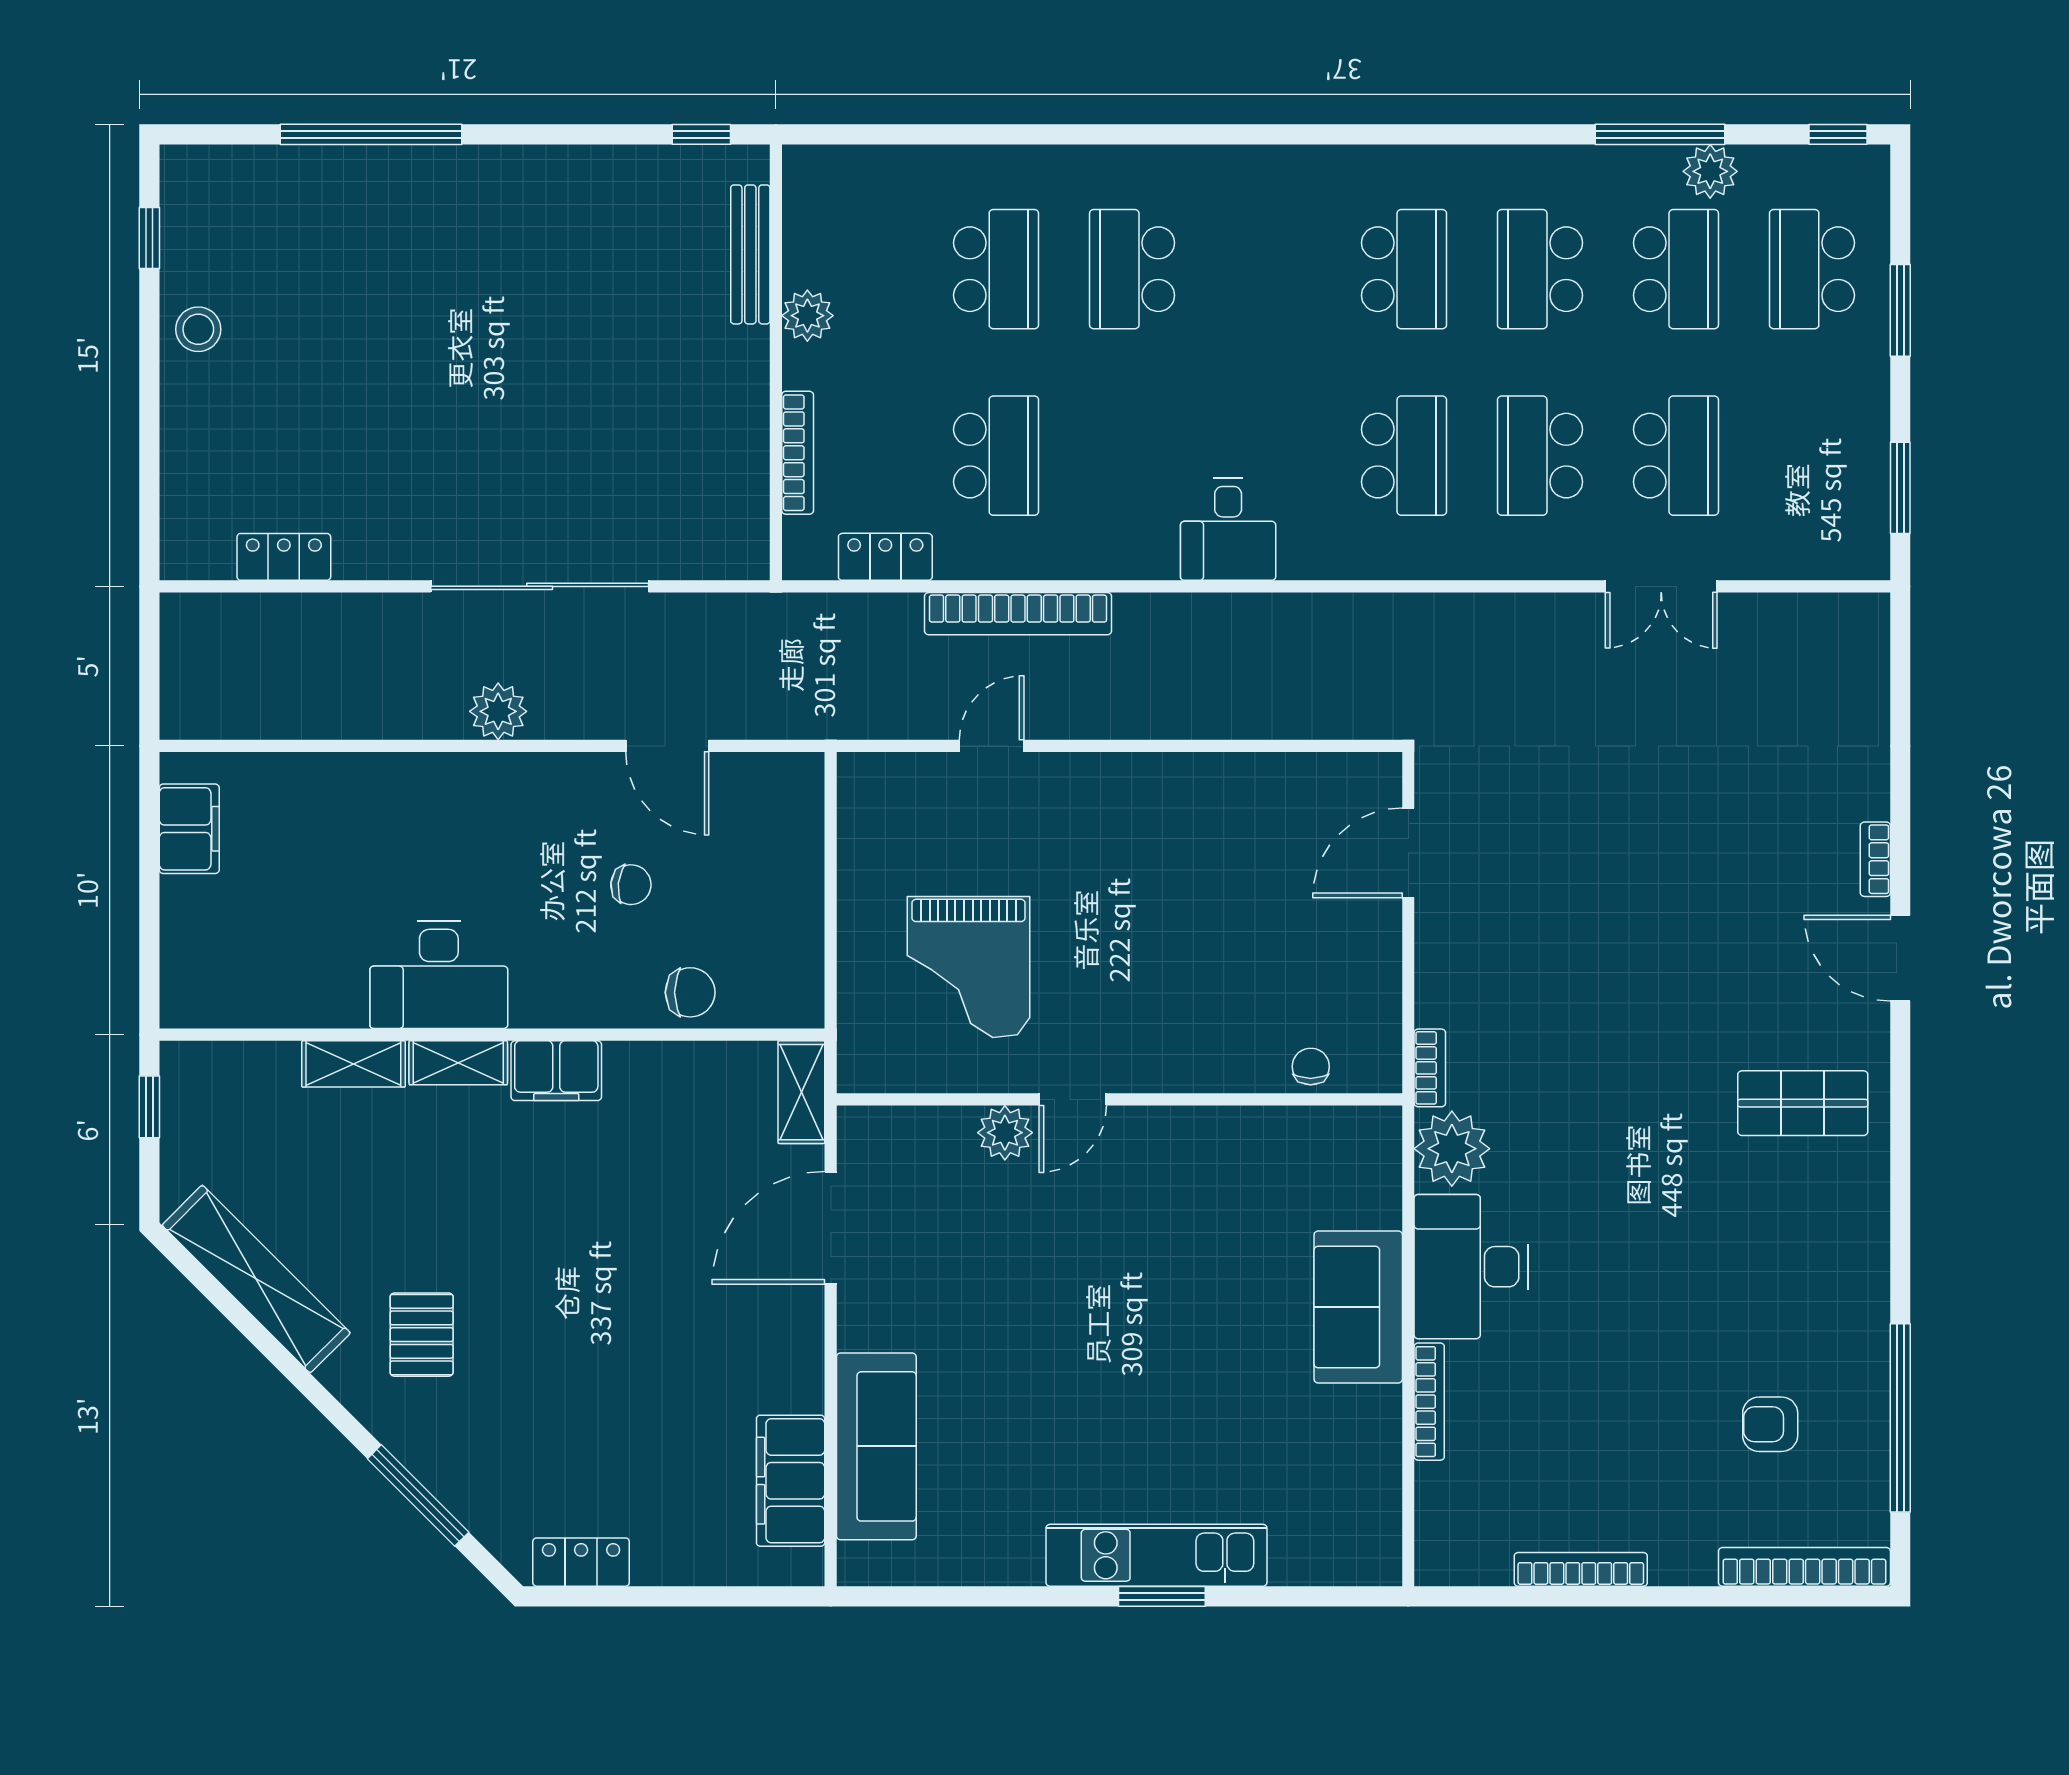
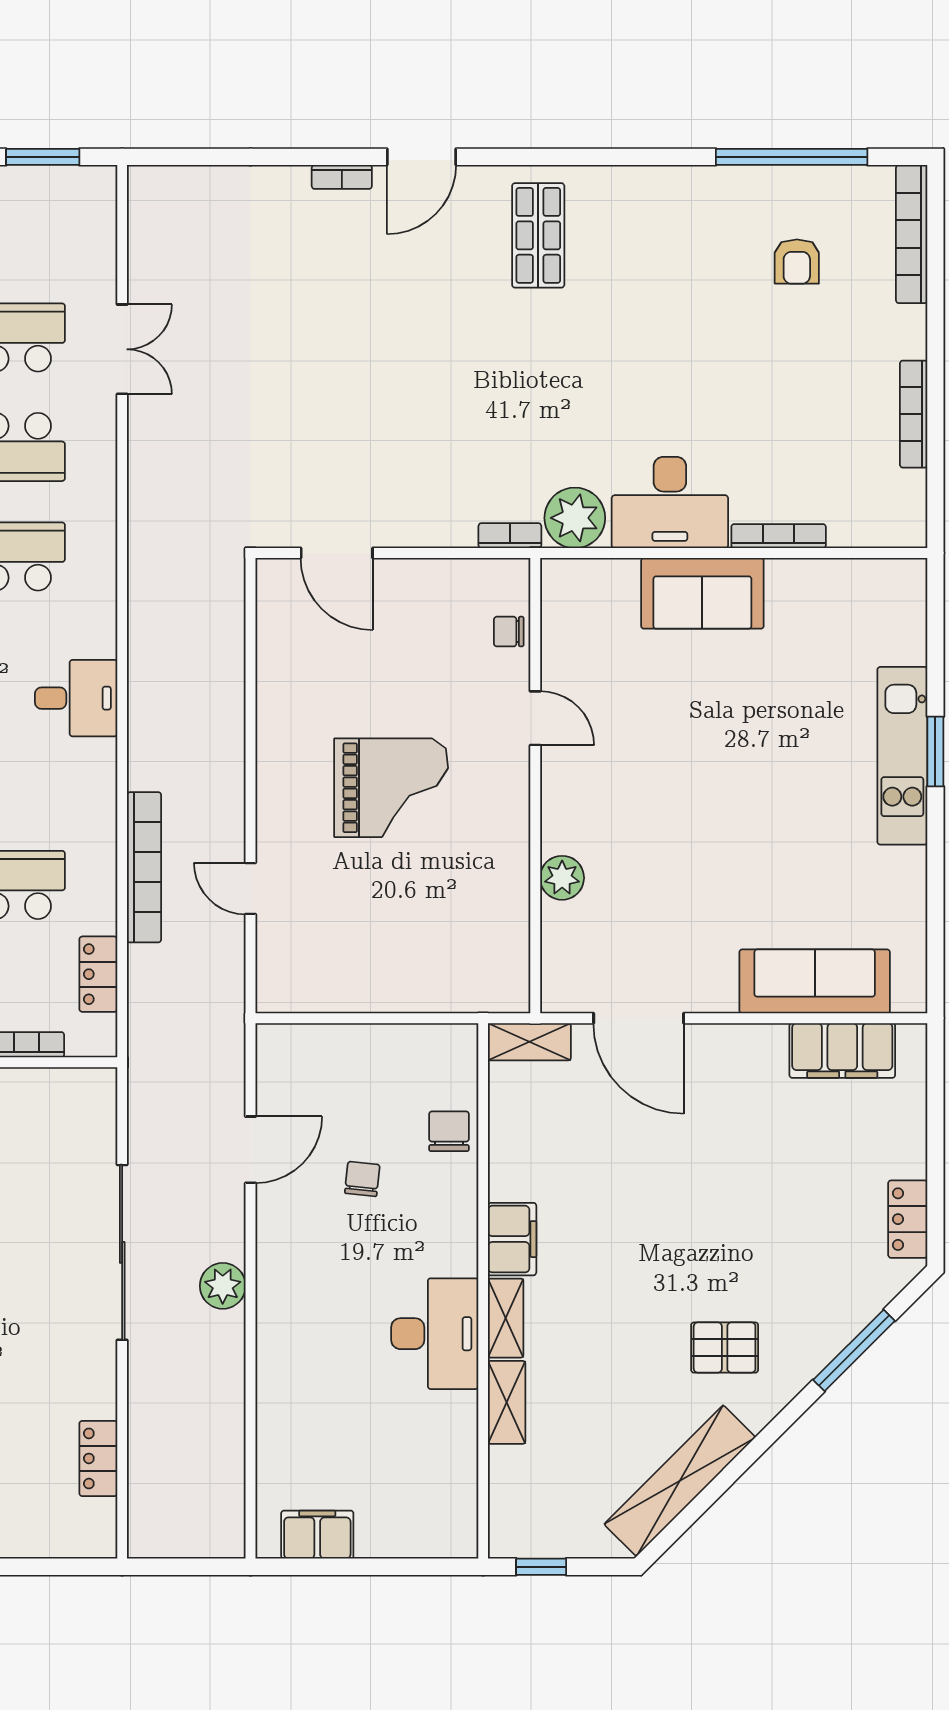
grand piano: (968, 967) -> (391, 788), moved
door: (1073, 1099) -> (535, 718), moved

